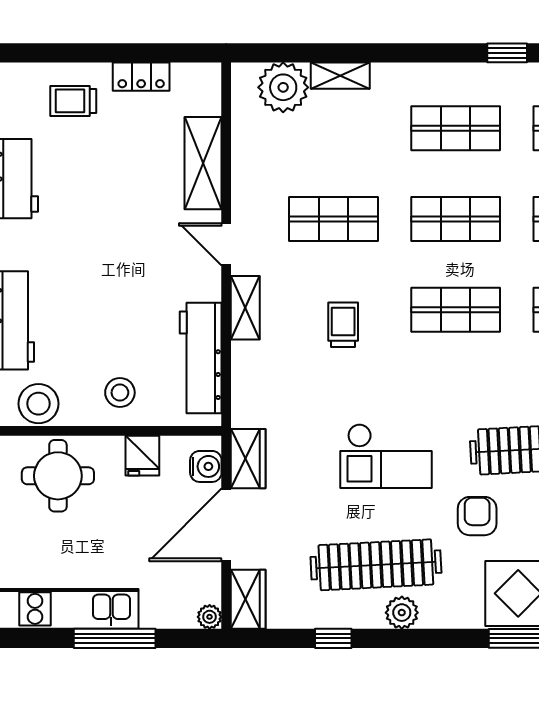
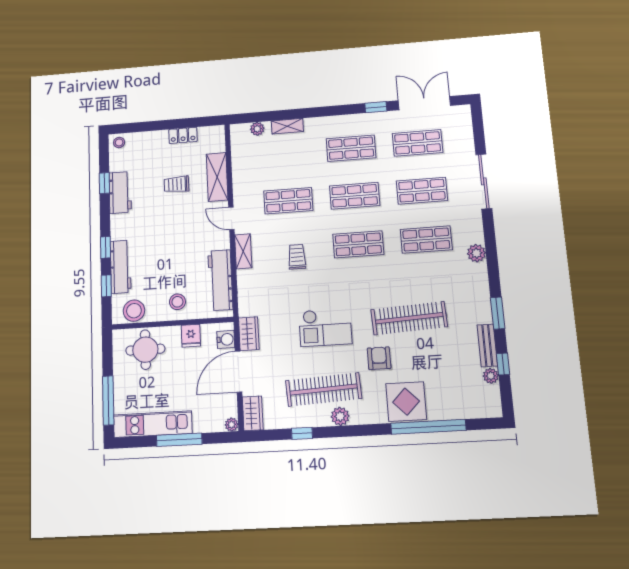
stool: (17, 80) -> (119, 142), added
plant: (283, 87) -> (257, 129), width x0.53, depth x0.53
trolley: (73, 101) -> (176, 184), moved

